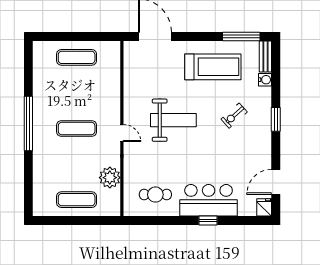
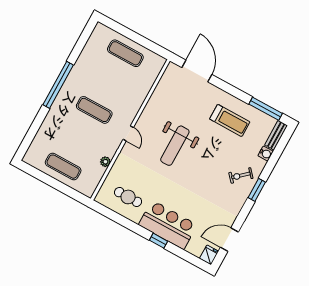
treadmill: (213, 67) -> (230, 120), width x0.73, depth x0.73
exercise bike: (234, 116) -> (241, 175), moved
weight bench: (173, 120) -> (175, 146), turned 90
plant: (110, 178) -> (105, 162), width x0.53, depth x0.53

